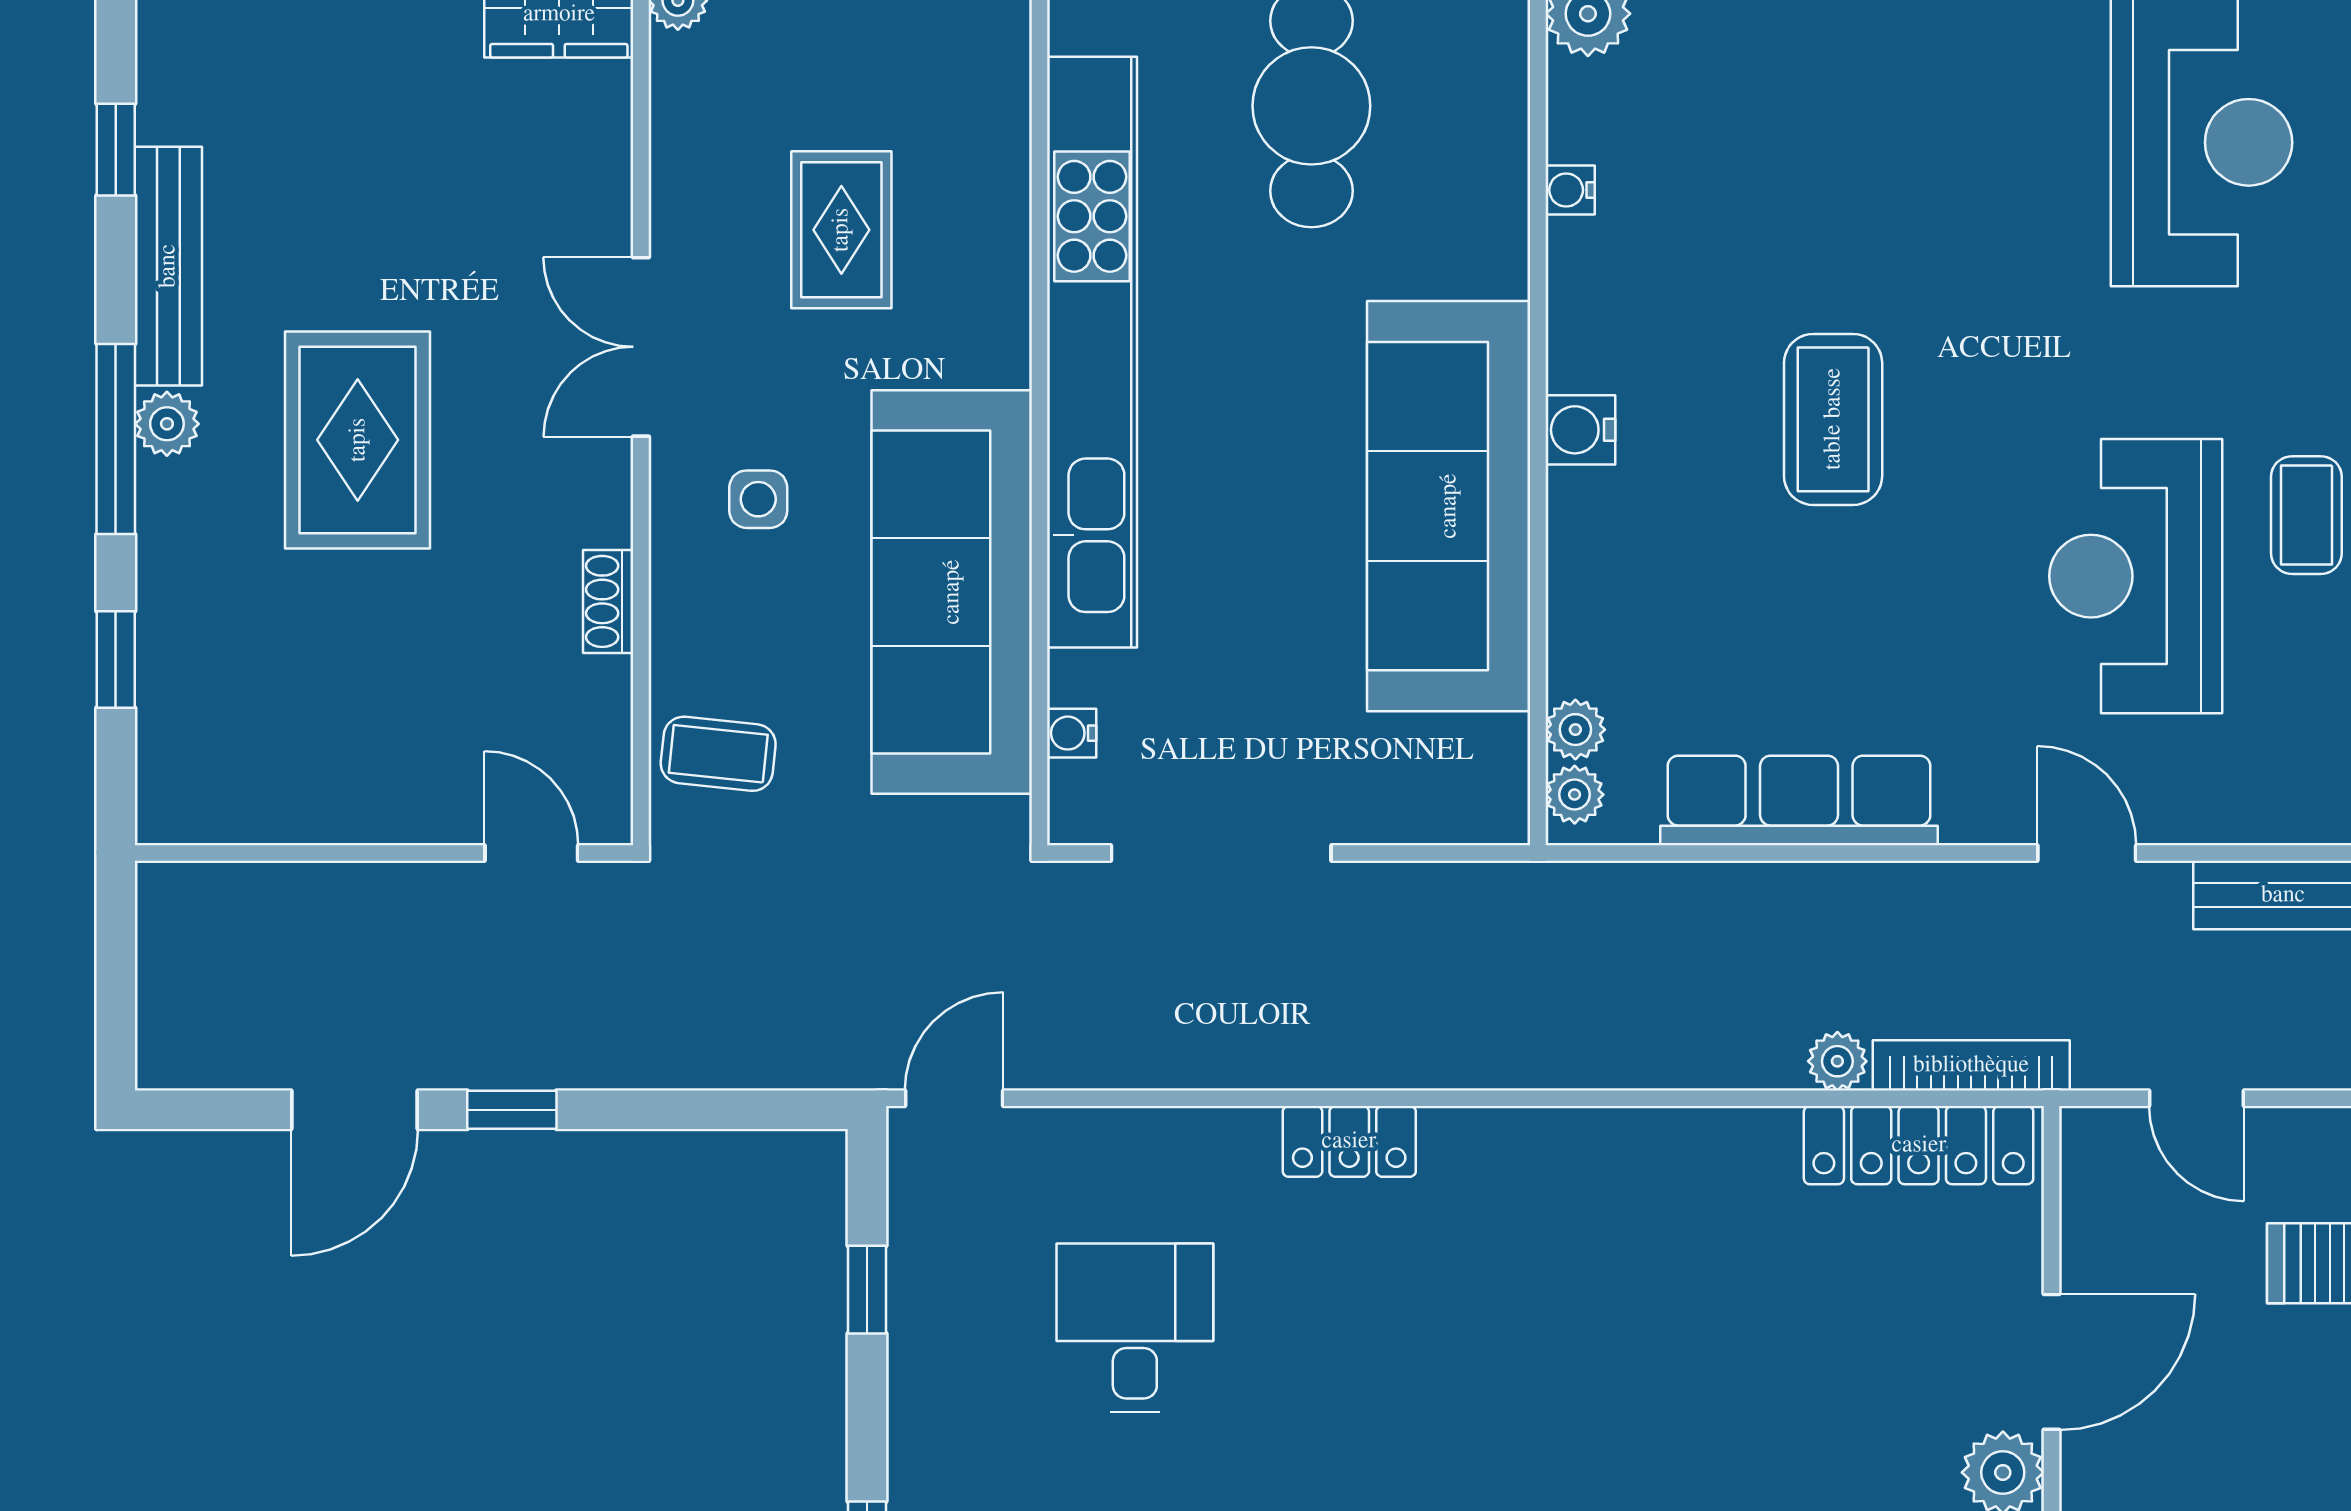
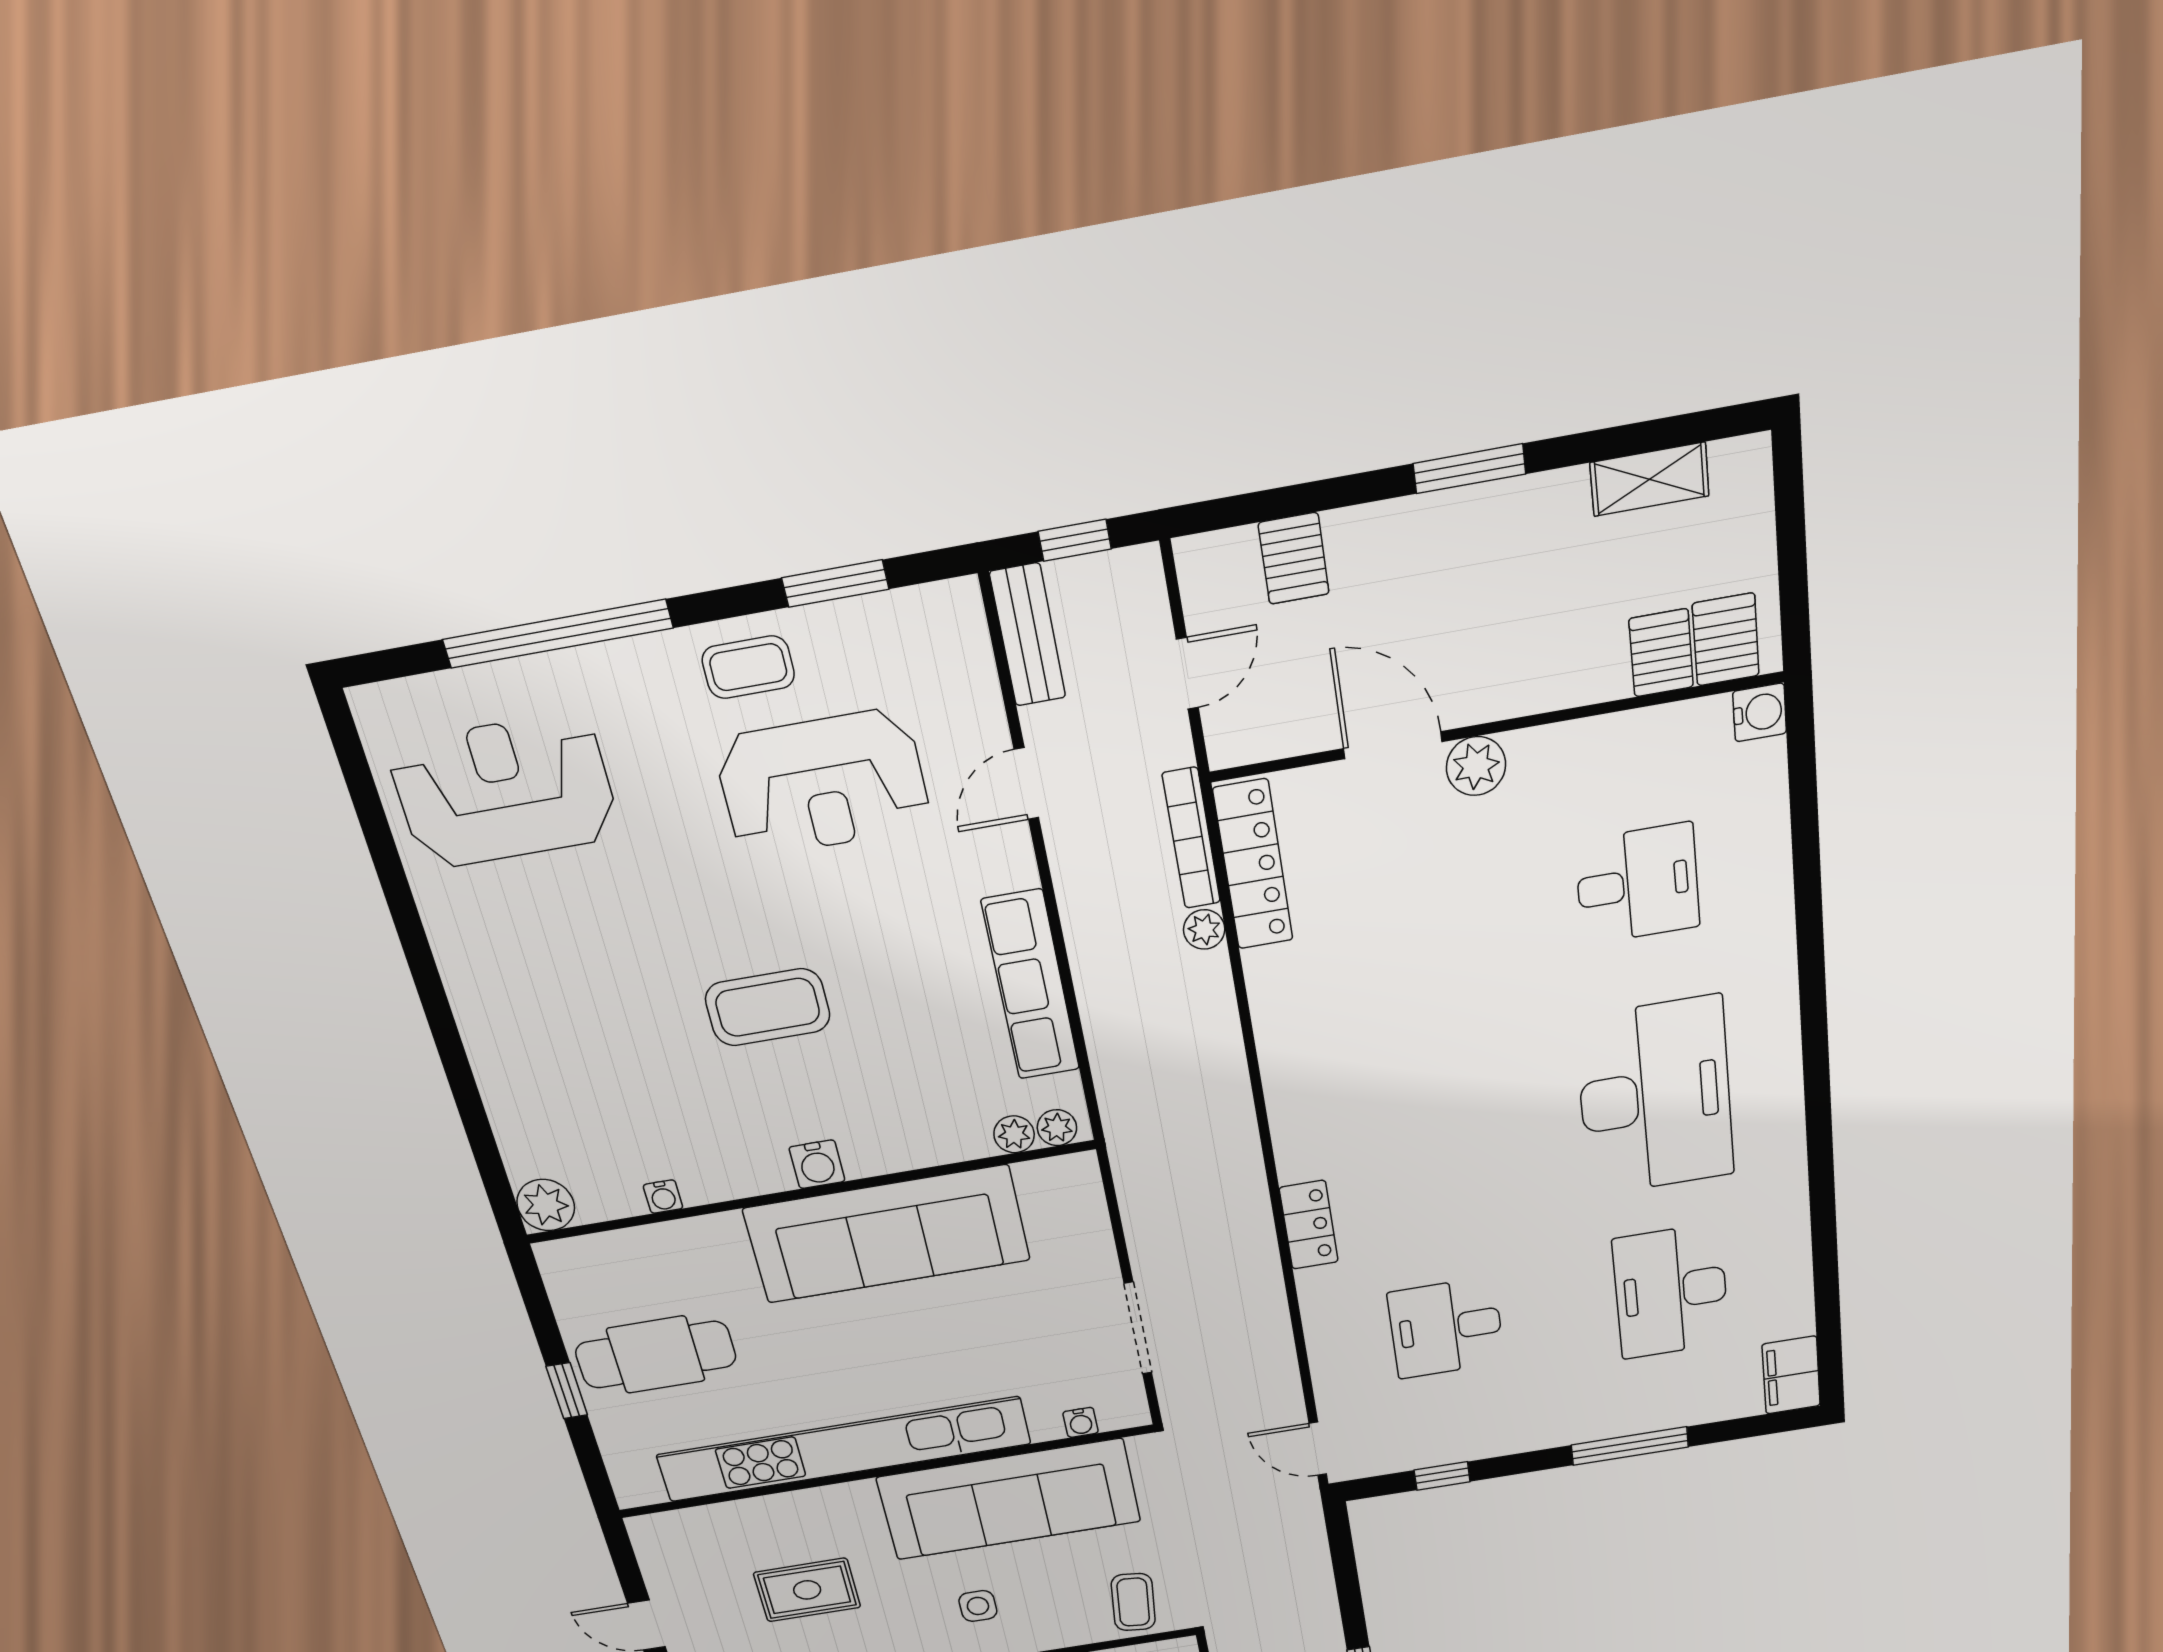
doorway: (1221, 853) -> (1138, 1328), width x0.73

